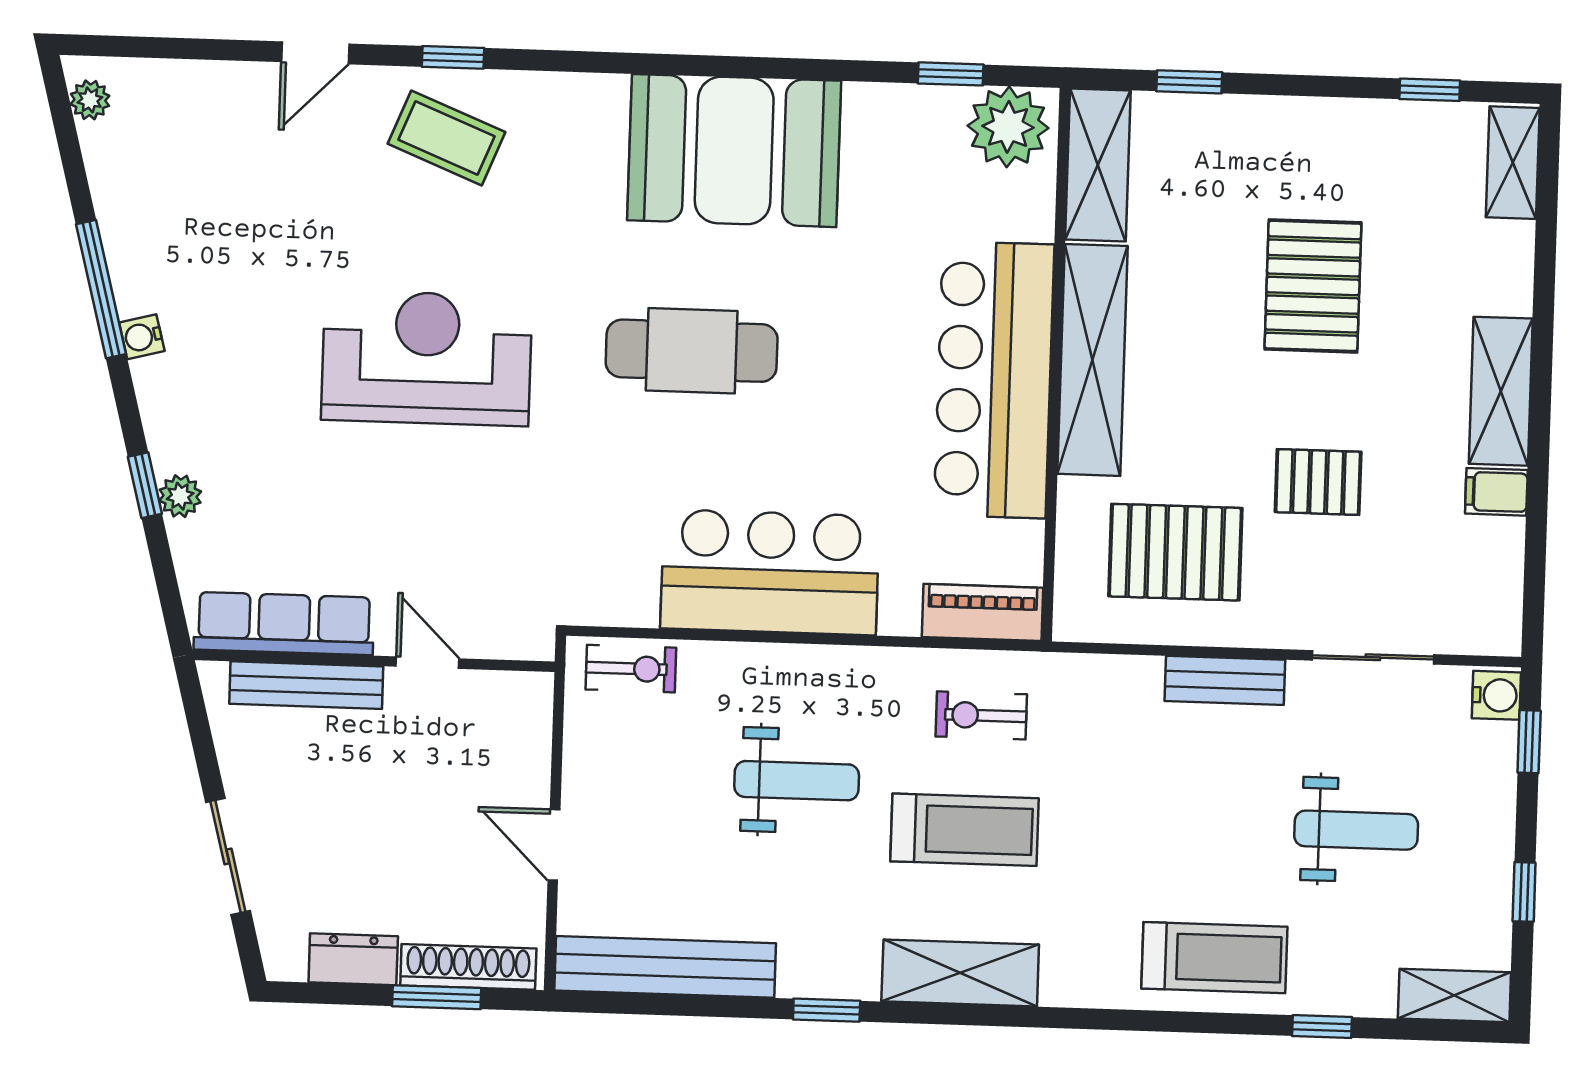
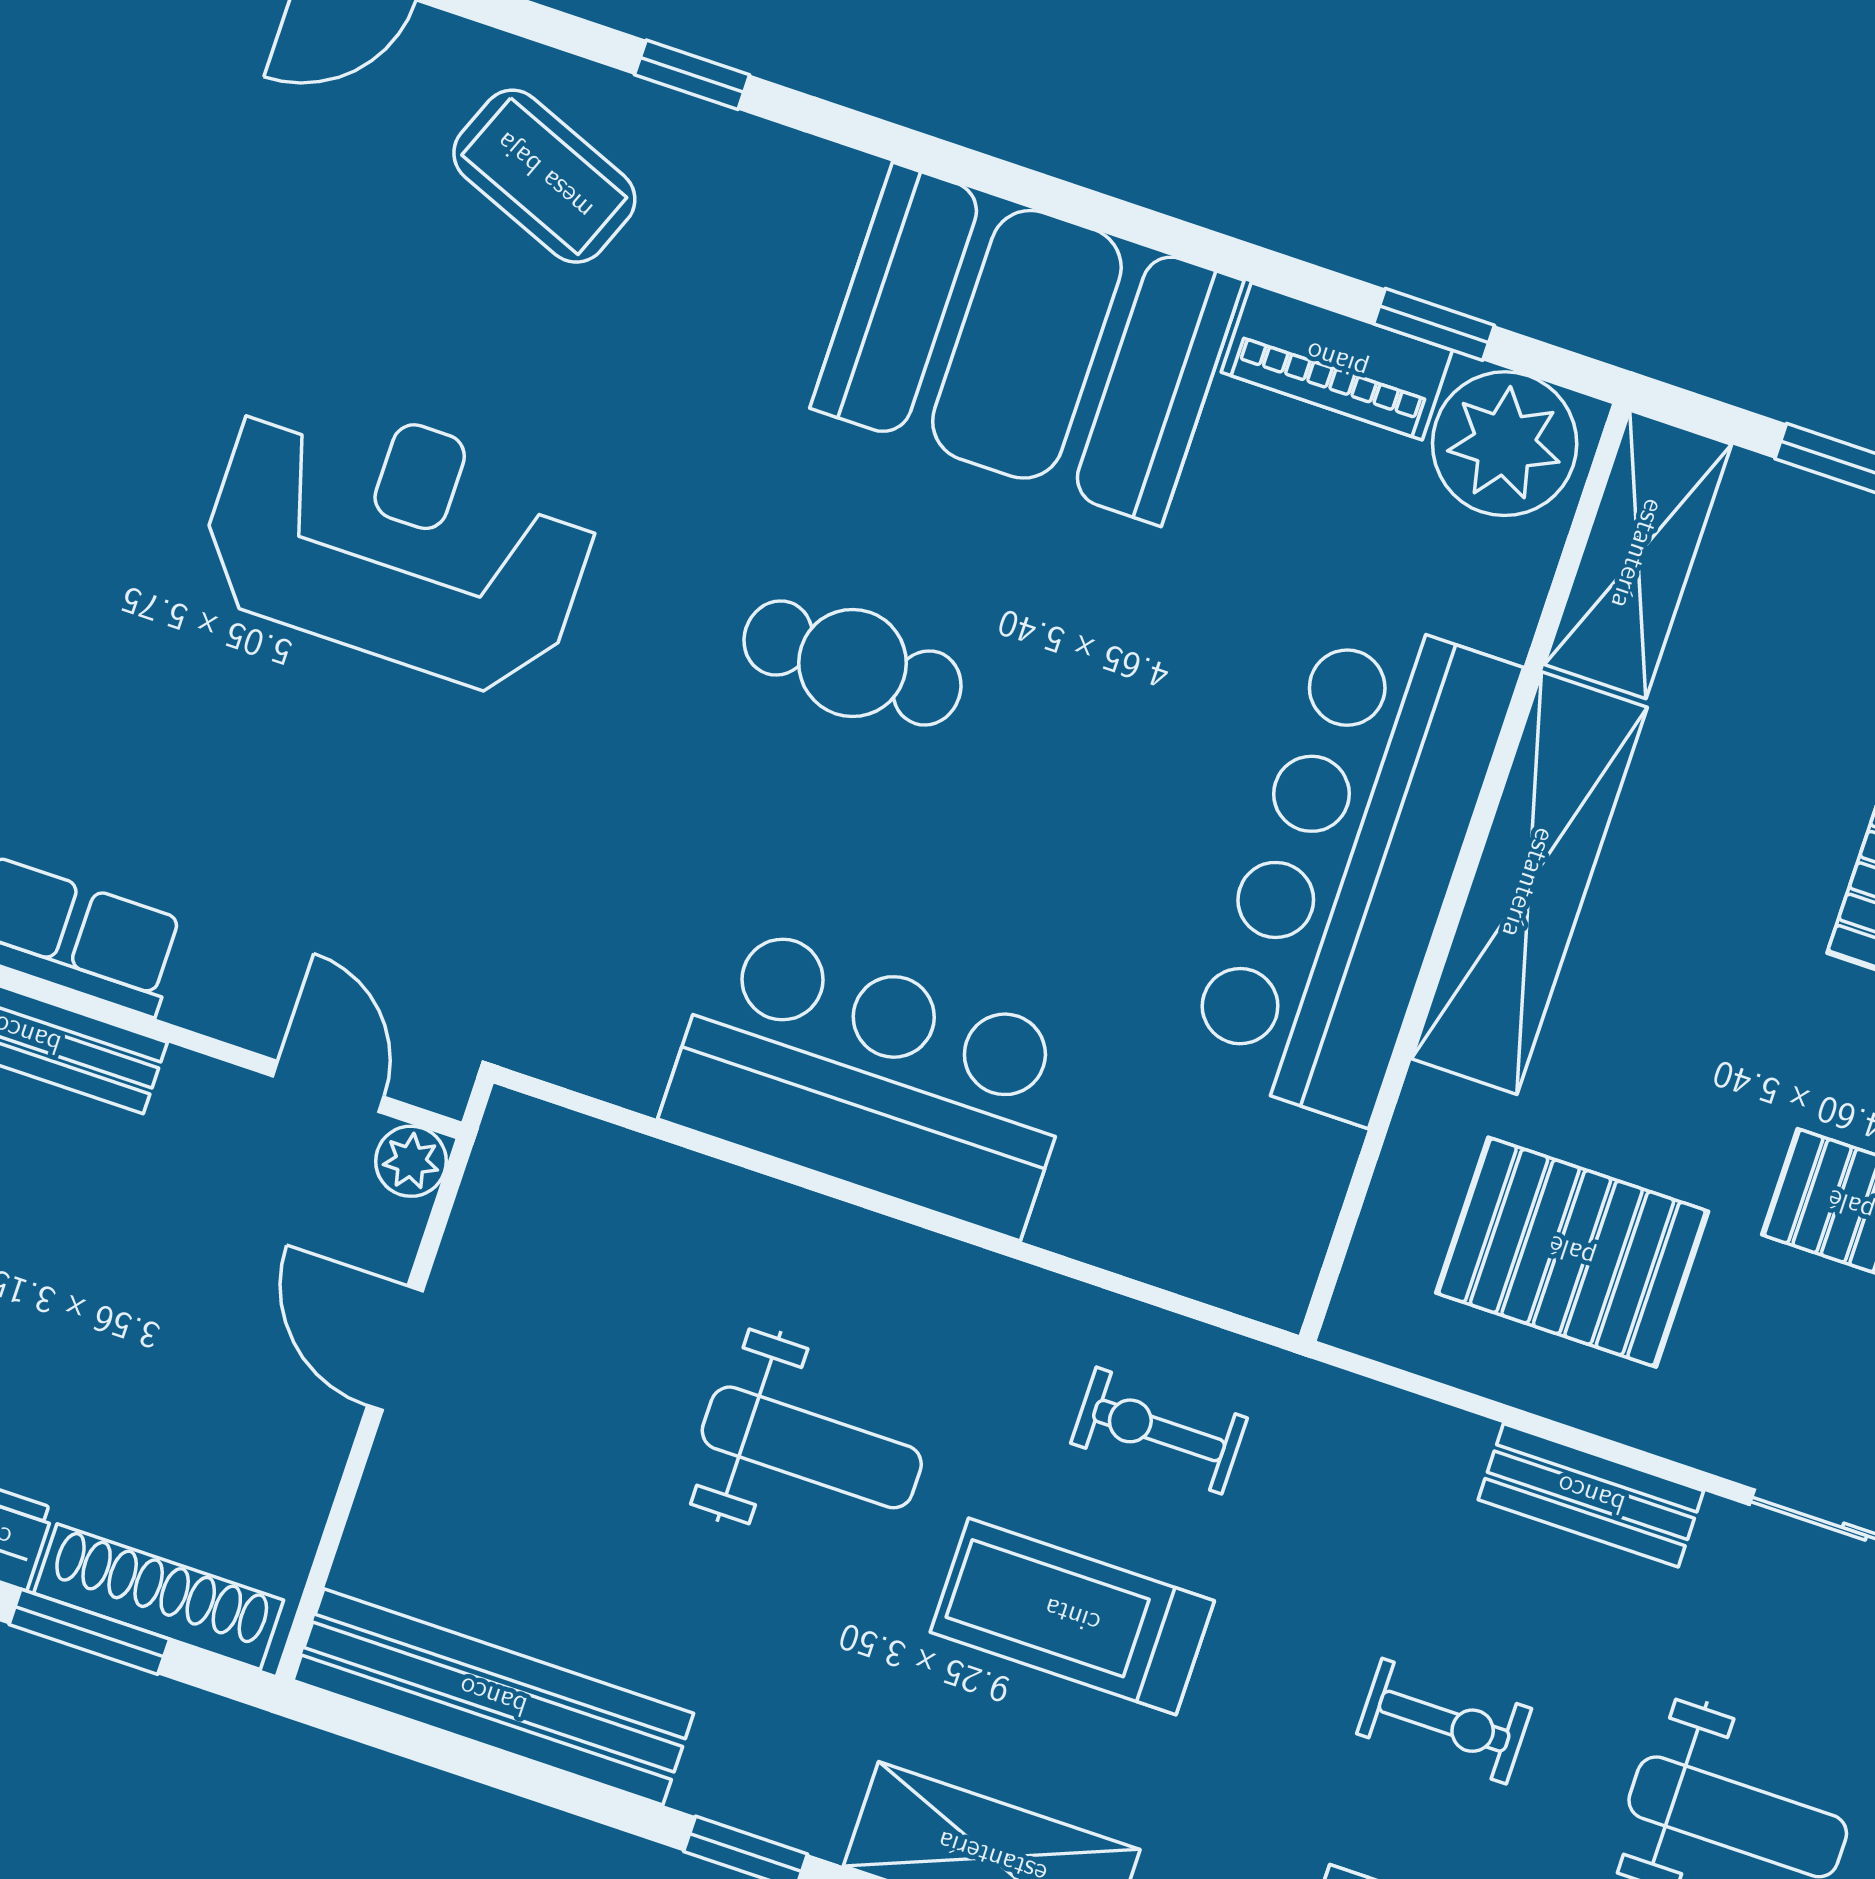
window: (453, 57) -> (692, 75), moved
cafe table: (692, 351) -> (853, 663), width x0.73, depth x0.74
piano: (982, 612) -> (1337, 361), moved, turned 180
door: (427, 663) -> (328, 1086), moved
exercise bike: (631, 669) -> (1444, 1721), moved
plant: (534, 691) -> (411, 1161), added
treadmill: (965, 830) -> (1072, 1616), turned 180
door: (554, 845) -> (395, 1348), moved

